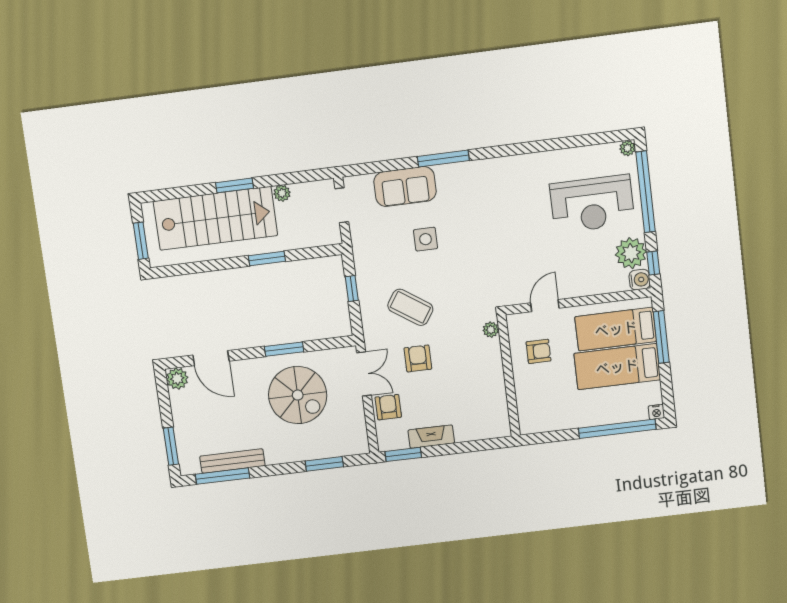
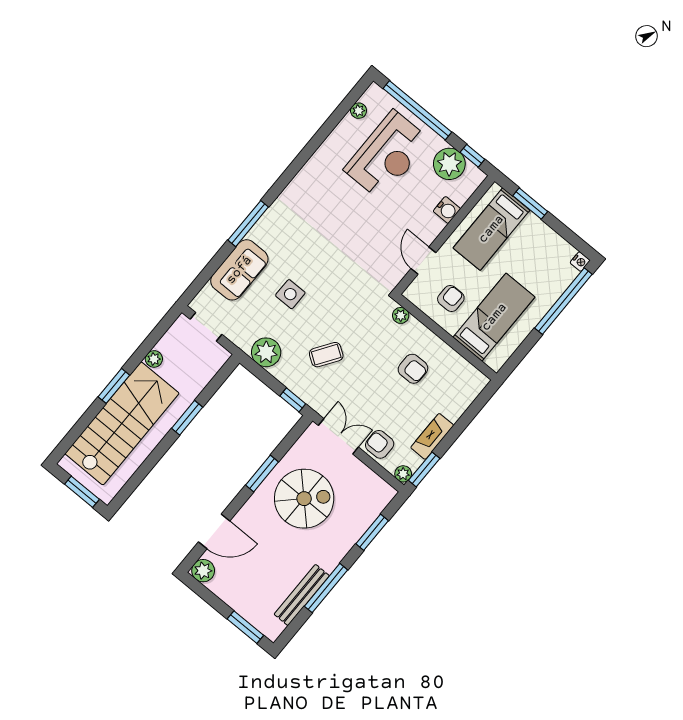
plant: (628, 148) -> (359, 111), moved
plant: (368, 265) -> (266, 352), added
water cooler: (640, 280) -> (447, 210), moved, turned 90
window: (352, 288) -> (293, 400), moved
coffee table: (410, 307) -> (326, 355), width x0.73, depth x0.77
window: (661, 337) -> (530, 204), width x0.69
armchair: (418, 358) -> (413, 369), moved, turned 180
bed: (617, 367) -> (494, 317), moved, turned 180
plant: (385, 444) -> (403, 474), added
window: (223, 476) -> (326, 588), moved

